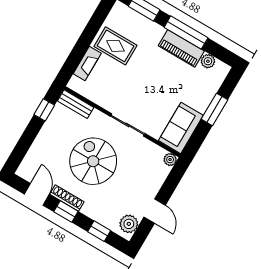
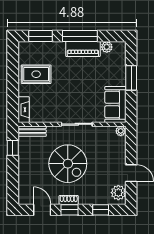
fireplace: (87, 63) -> (24, 110), moved
spiral stairs: (93, 161) -> (68, 164), turned 180
shoe rack: (67, 198) -> (69, 200), width x0.70

